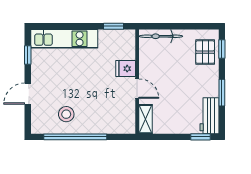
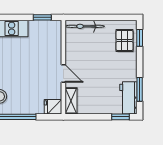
fridge: (126, 69) -> (53, 107), moved
window: (222, 93) -> (140, 89), moved

